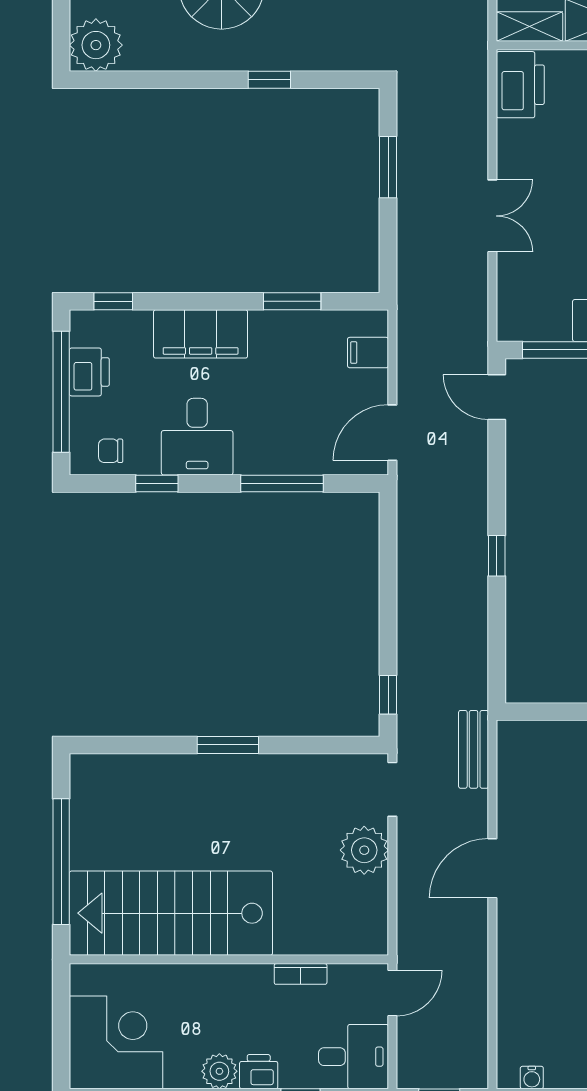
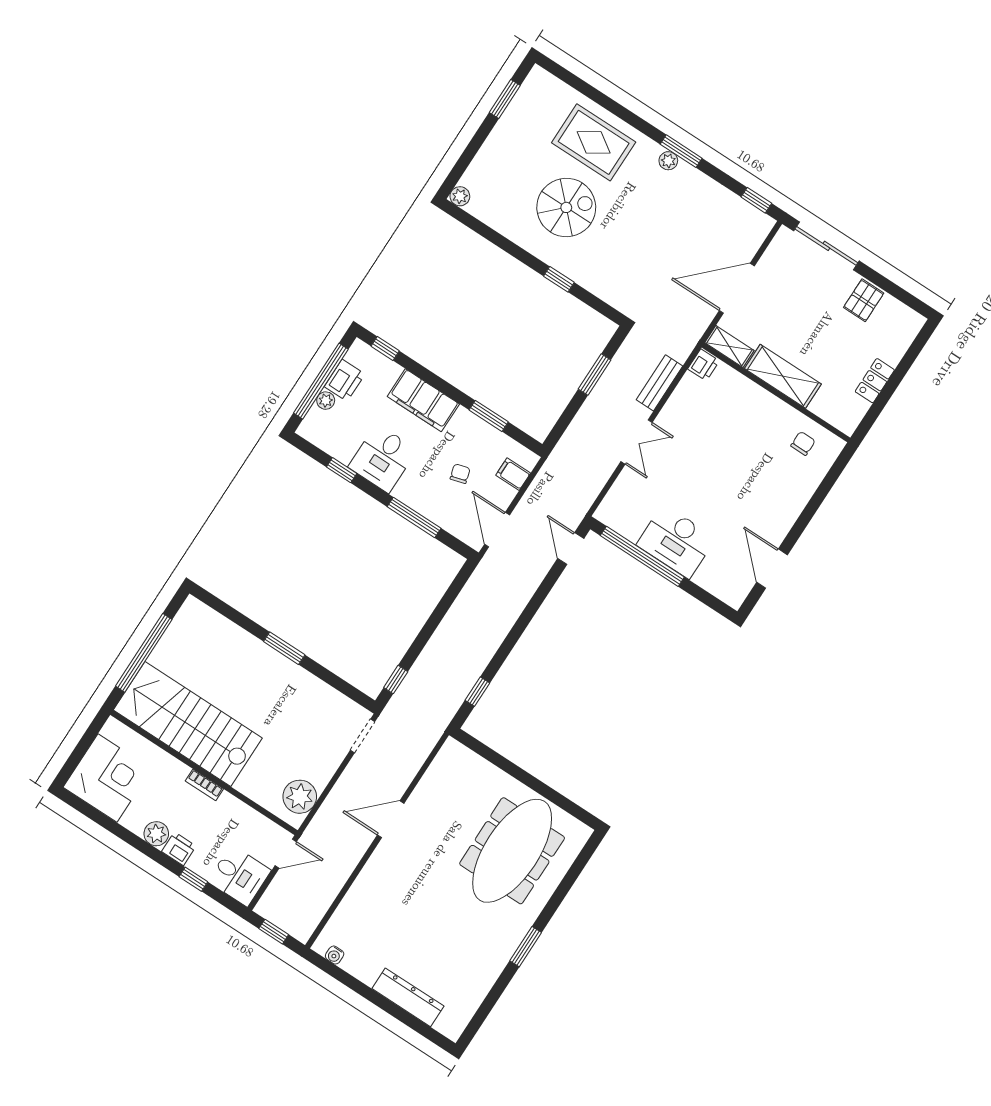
plant: (96, 45) -> (460, 196), width x0.53, depth x0.53
printer: (520, 85) -> (703, 365), width x0.53, depth x0.68
plant: (82, 411) -> (326, 401), added
door: (392, 433) -> (497, 530), hinge flipped
chair: (111, 451) -> (460, 474), moved, turned 74
window: (497, 556) -> (477, 692), moved
bench: (474, 749) -> (660, 383), moved
plant: (364, 850) -> (300, 797), moved
bookcase: (301, 974) -> (204, 785), moved

